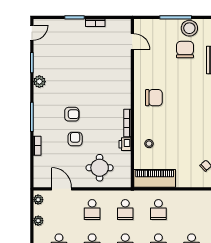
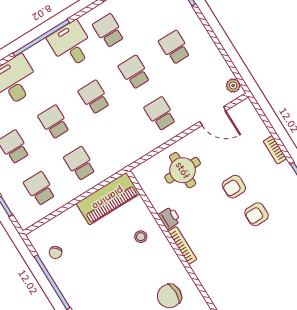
armchair: (75, 139) -> (234, 187), turned 90
school desk: (125, 210) -> (40, 189), moved
plant: (38, 221) -> (217, 60), removed

